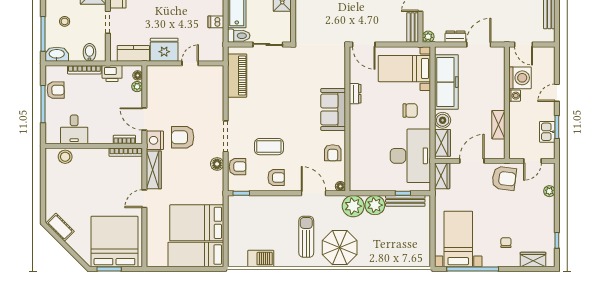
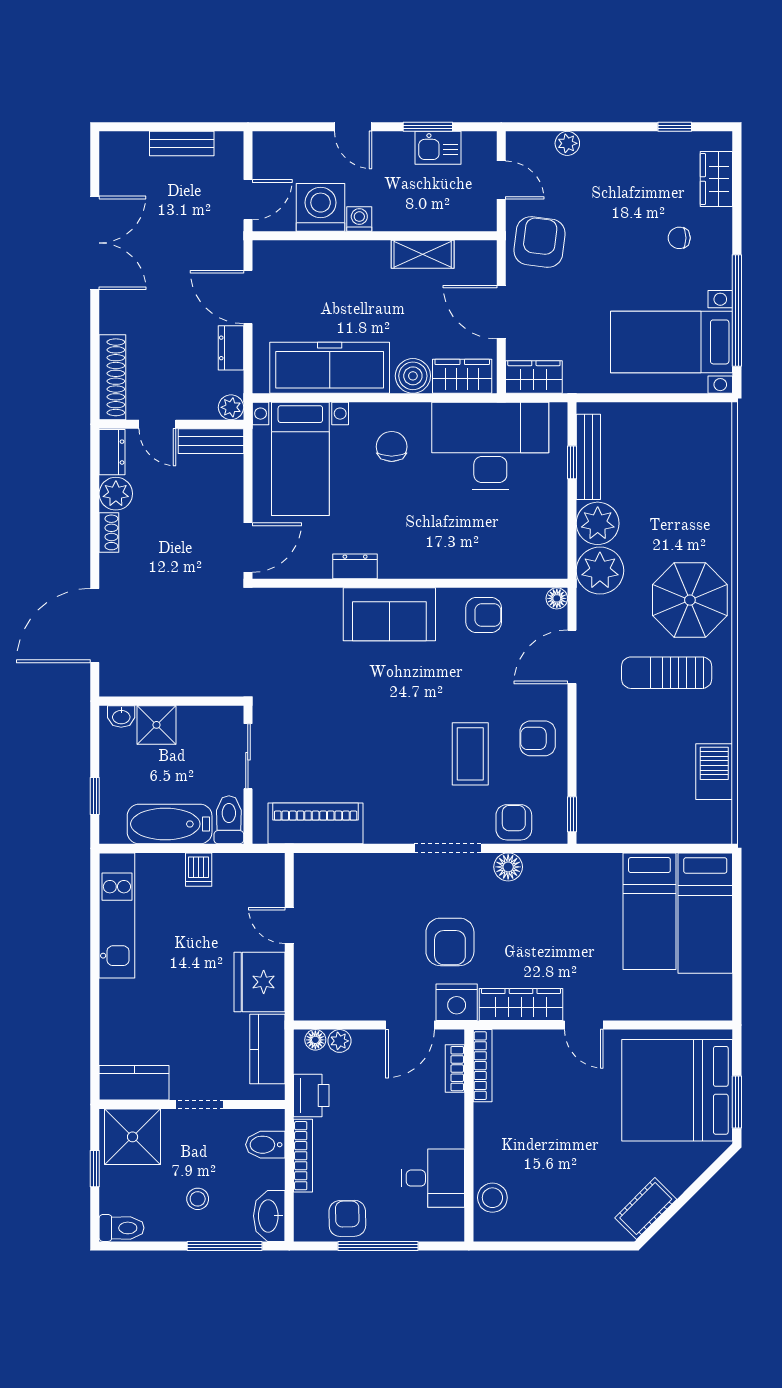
armchair: (276, 178) -> (538, 738), turned -90
bed: (197, 223) -> (649, 911), width x0.67

